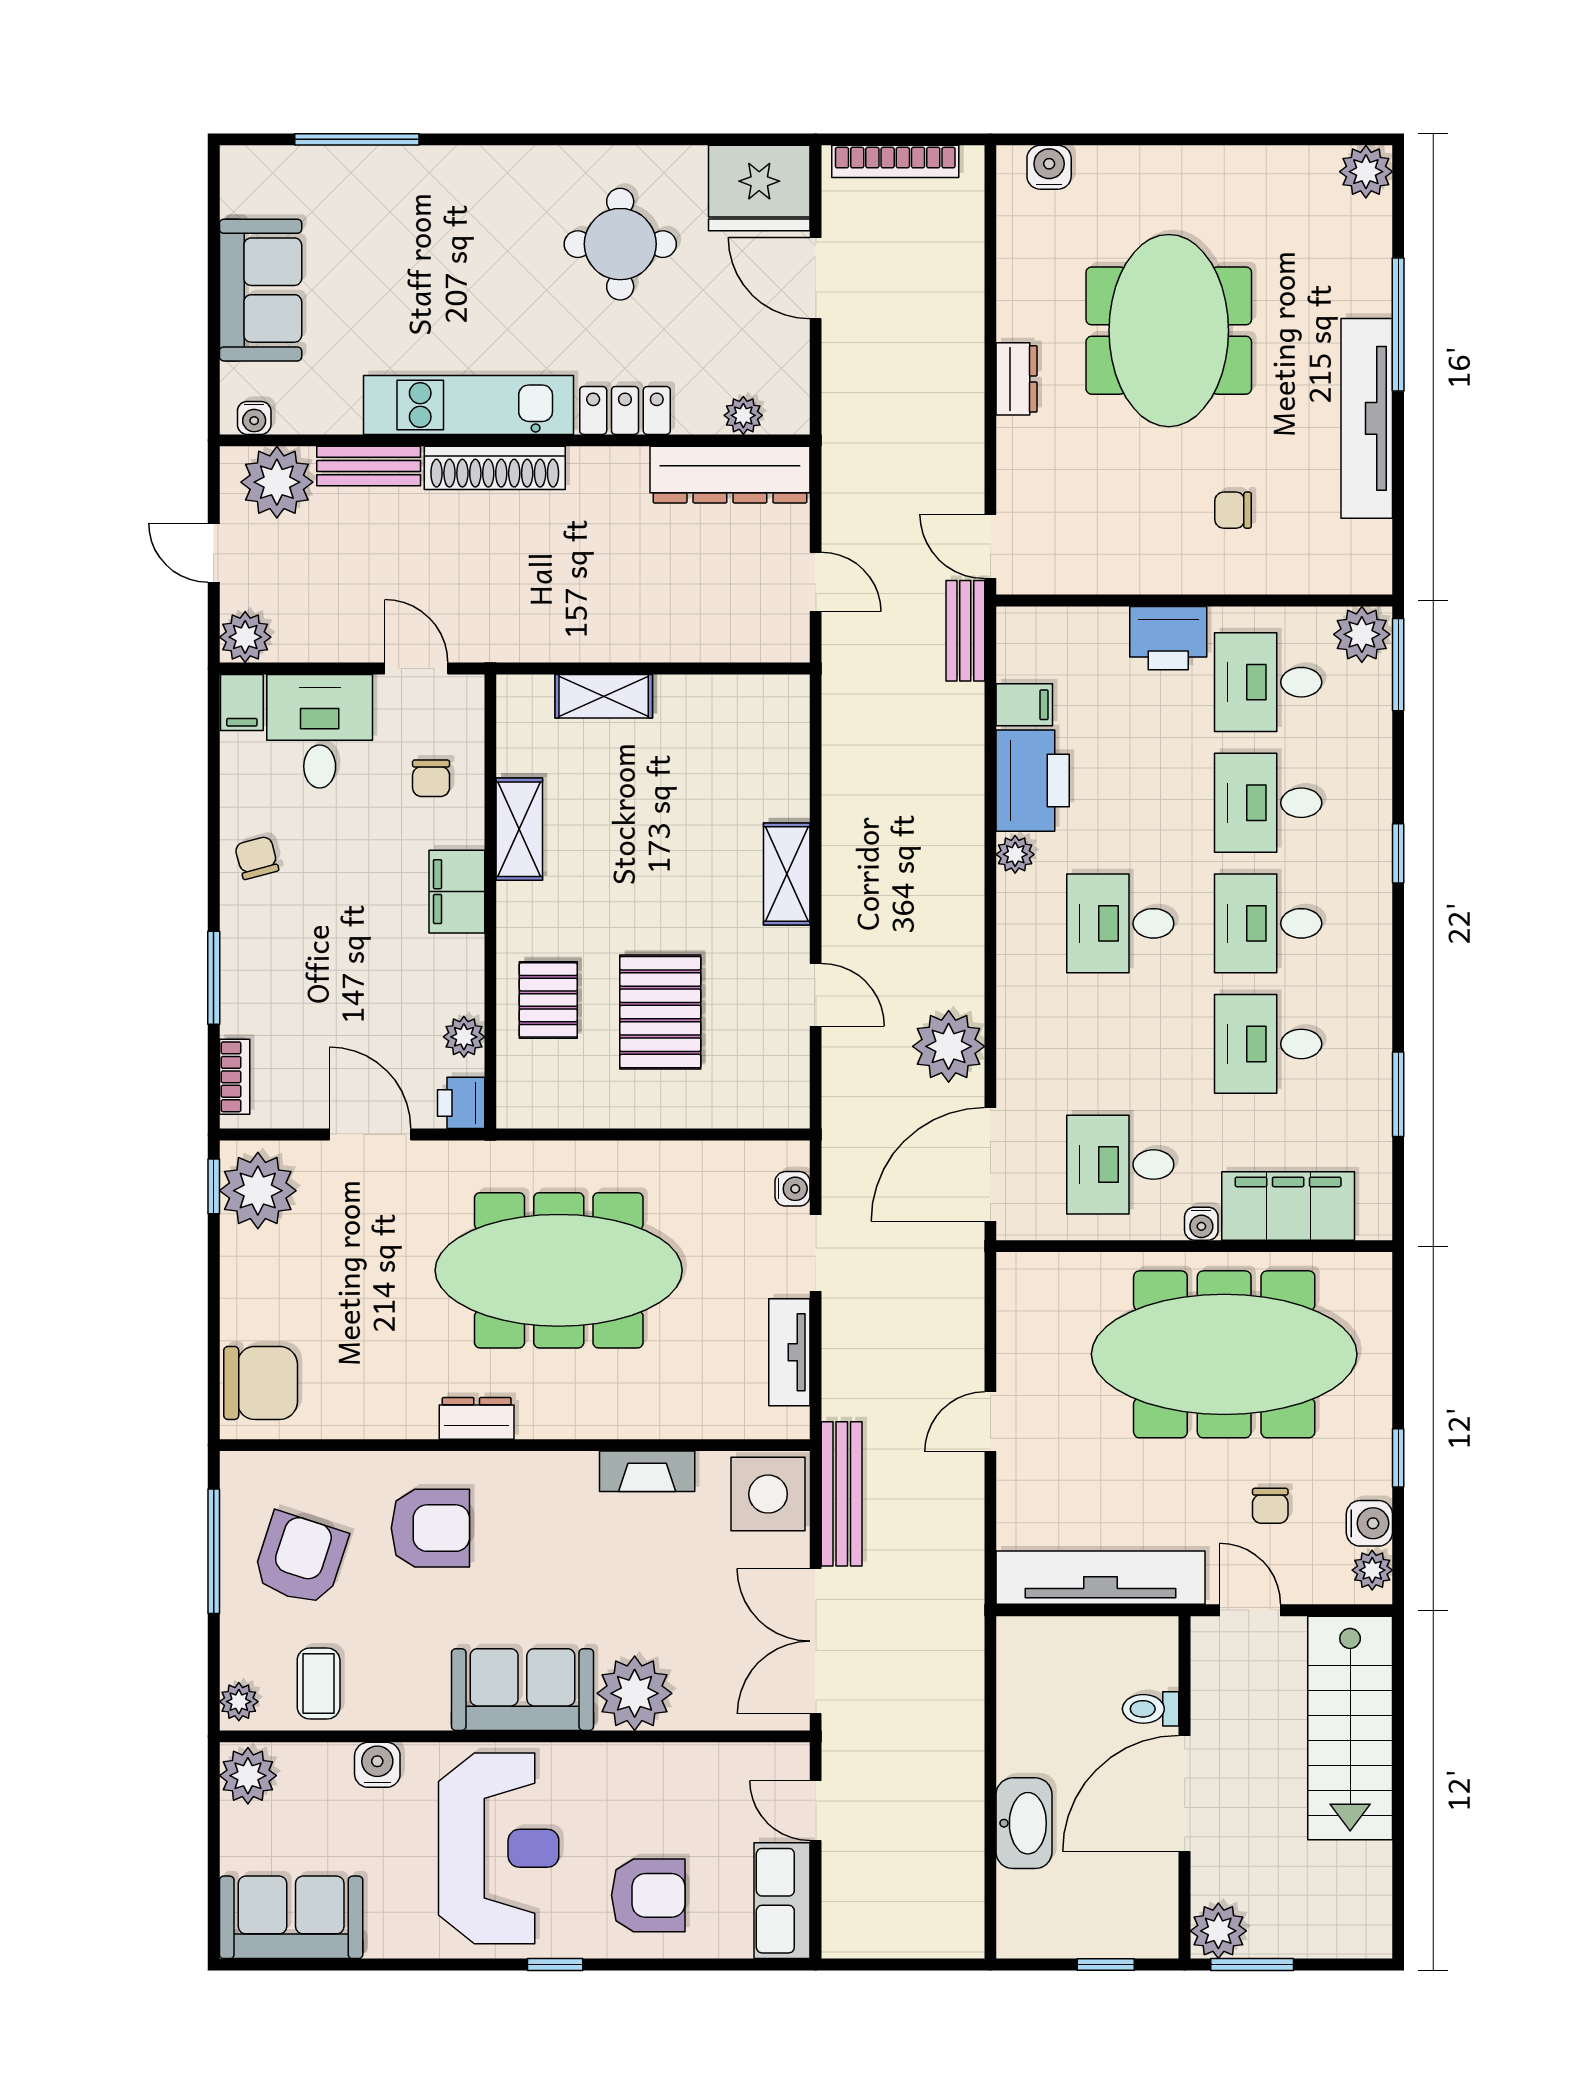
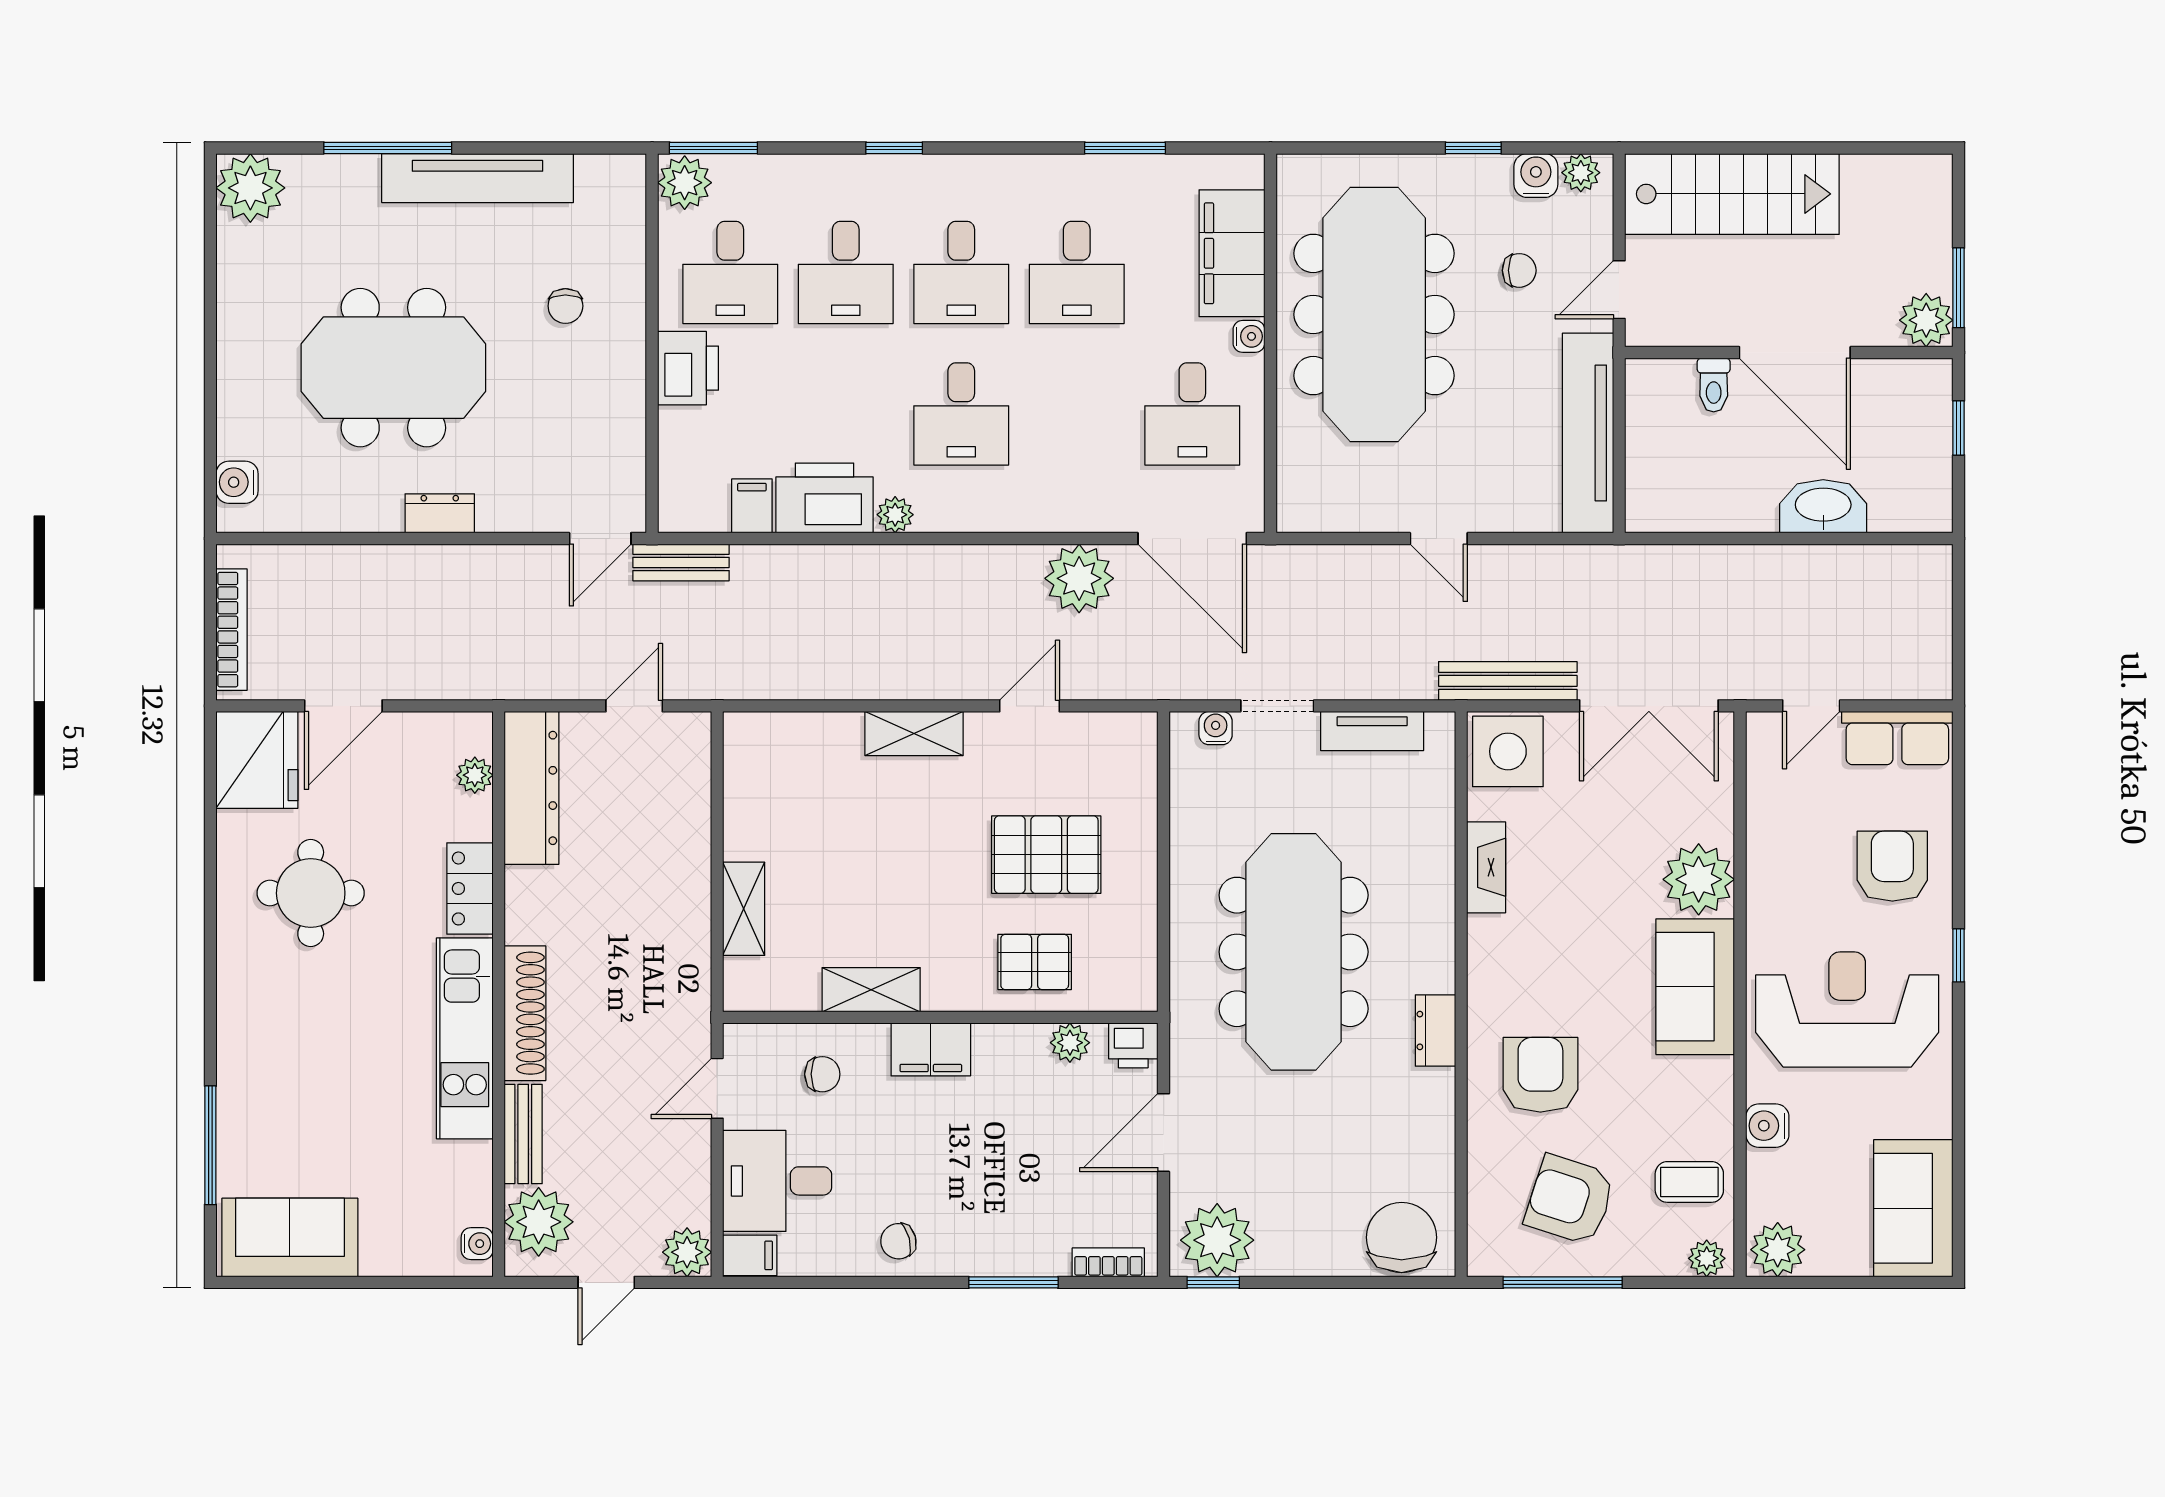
plant: (1366, 172) -> (250, 188), width x1.36, depth x1.36
sofa: (261, 290) -> (290, 1238), moved

